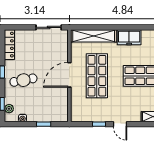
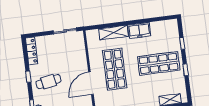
shelving: (94, 36) -> (114, 33), width x0.68
door: (69, 75) -> (91, 83), moved

